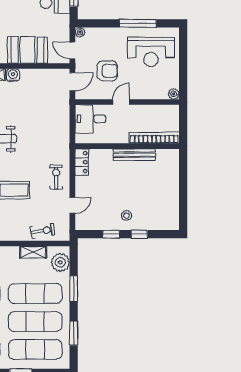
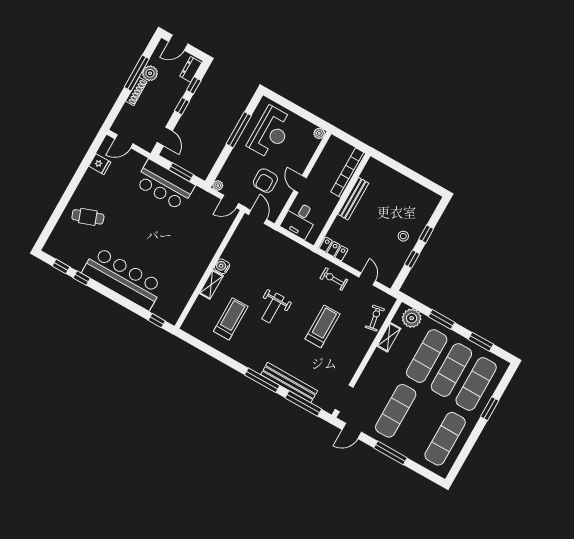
booth: (28, 50) -> (207, 241), removed
armchair: (107, 71) -> (265, 181), turned 180

